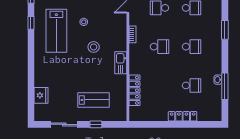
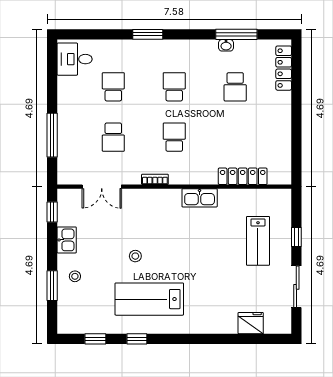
lab bench: (56, 31) -> (149, 299), turned 180
stool: (94, 47) -> (175, 241), removed
school desk: (191, 85) -> (235, 87), turned 180
lab bench: (93, 100) -> (258, 241), turned 180
locker: (183, 116) -> (284, 68), moved

